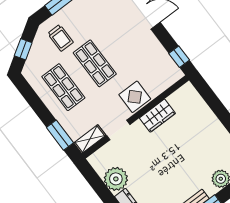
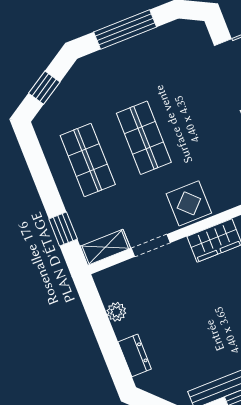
trolley: (60, 38) -> (104, 86), removed
window: (60, 135) -> (63, 229), width x0.67
plant: (116, 179) -> (116, 312), width x0.53, depth x0.53

